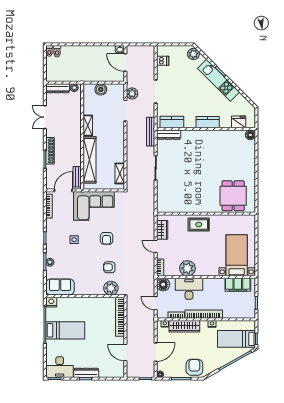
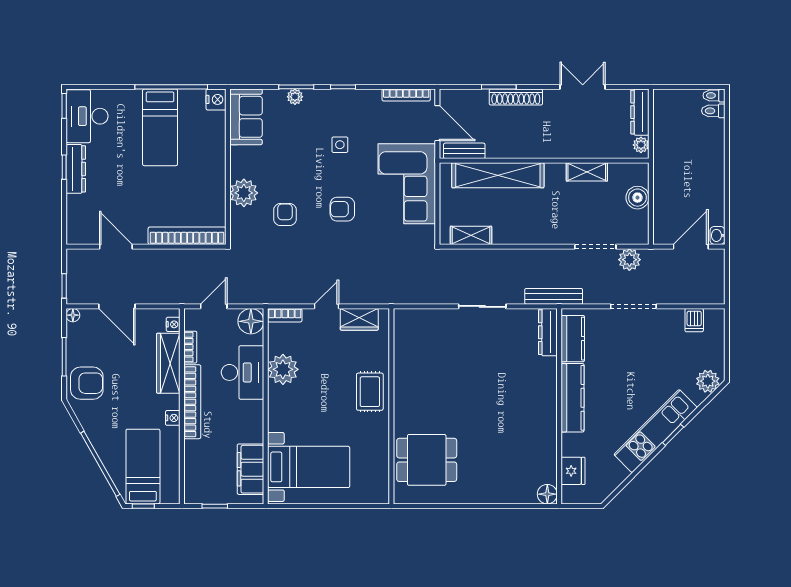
kitchen counter: (208, 122) -> (573, 398), width x1.50
shelving: (88, 126) -> (587, 172), moved
plant: (111, 288) -> (244, 193), moved
door: (125, 353) -> (116, 247), hinge flipped

